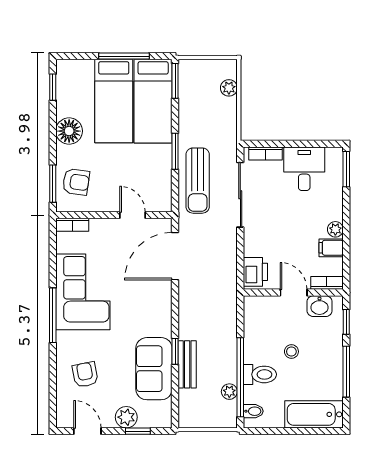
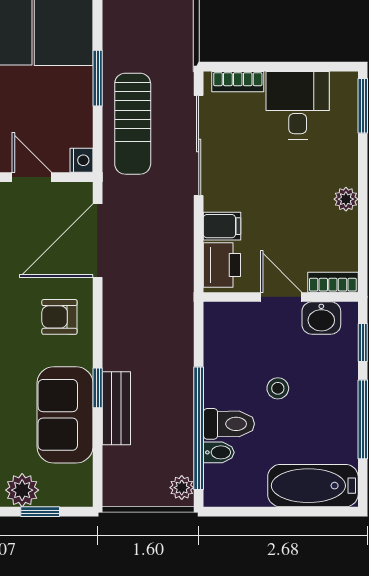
nightstand: (165, 204) -> (81, 160), added
filing cabinet: (331, 248) -> (222, 226), moved, turned 180
armchair: (150, 305) -> (59, 317), added
plant: (229, 392) -> (182, 488), moved
bidet: (253, 411) -> (219, 452), moved

